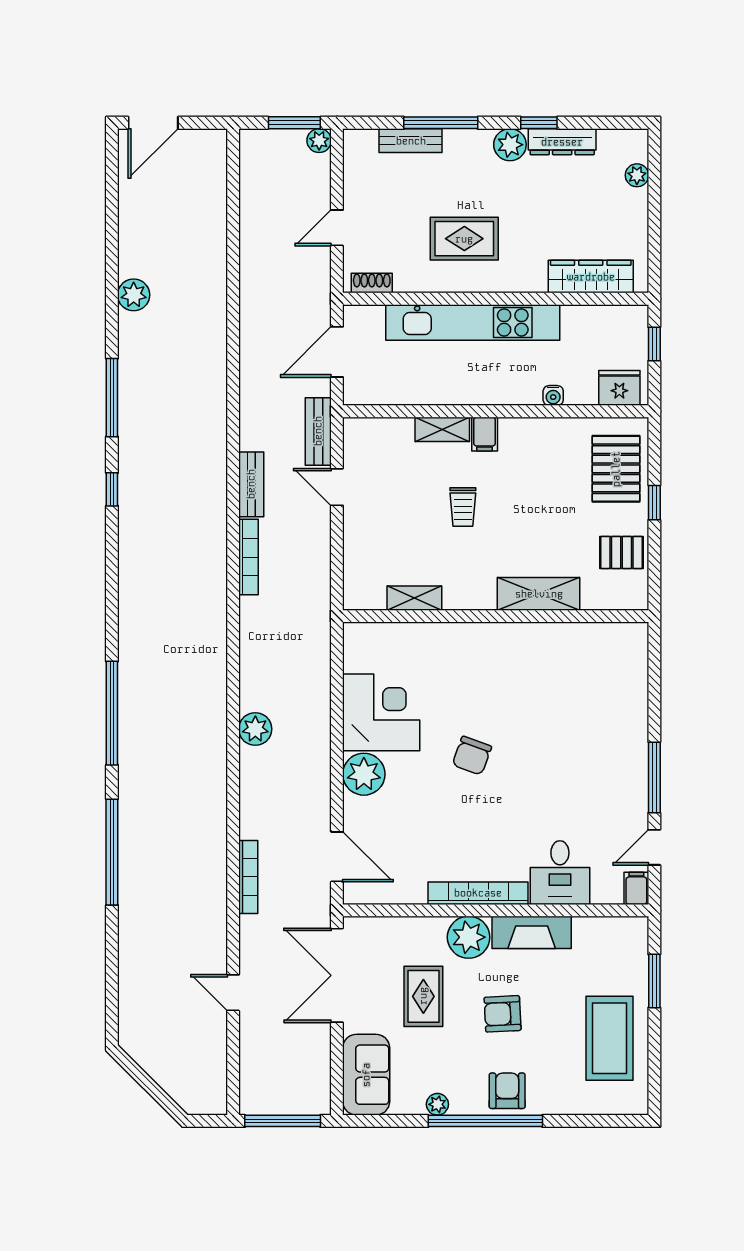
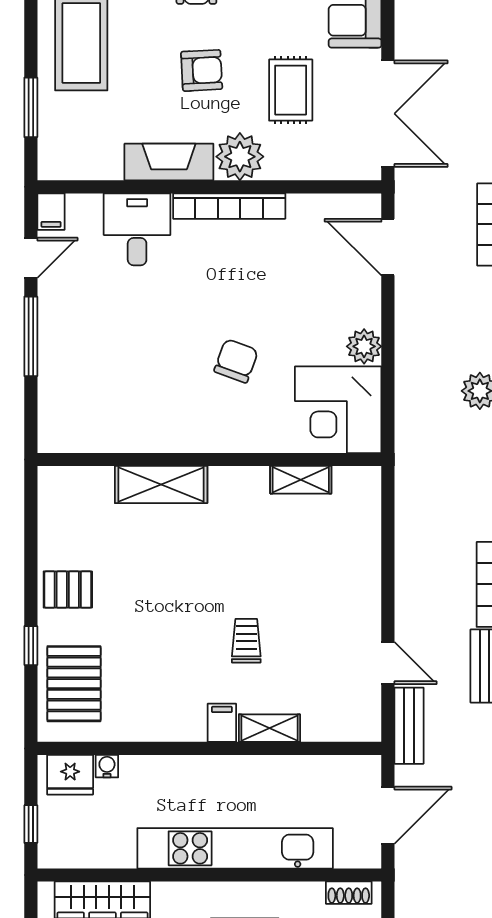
water cooler: (553, 395) -> (107, 766), moved
shelving: (539, 594) -> (161, 485), moved
shelving: (414, 598) -> (301, 480), moved
wall: (496, 616) -> (209, 460), moved
plant: (364, 774) -> (364, 346), width x0.73, depth x0.73

